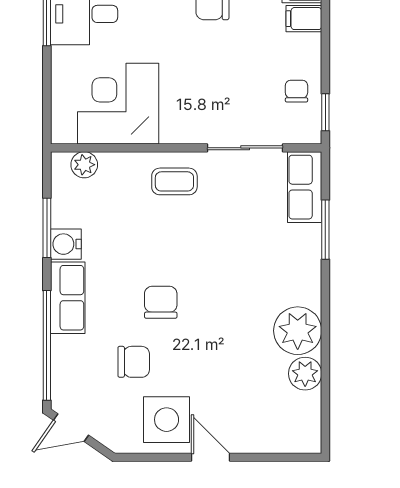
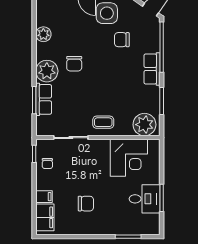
plant: (84, 165) -> (144, 125), width x1.87, depth x1.87
row of seats: (305, 187) -> (44, 99), moved
water cooler: (66, 244) -> (153, 94), removed
chair: (161, 302) -> (74, 64), moved
plant: (298, 331) -> (47, 71), moved

